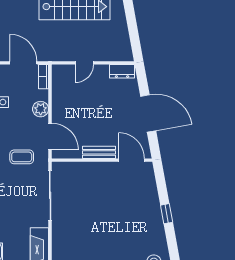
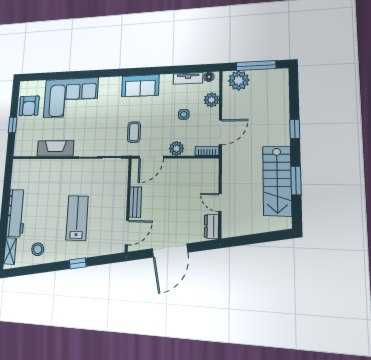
door: (84, 63) -> (220, 203), moved
lab bench: (118, 218) -> (77, 218), added

